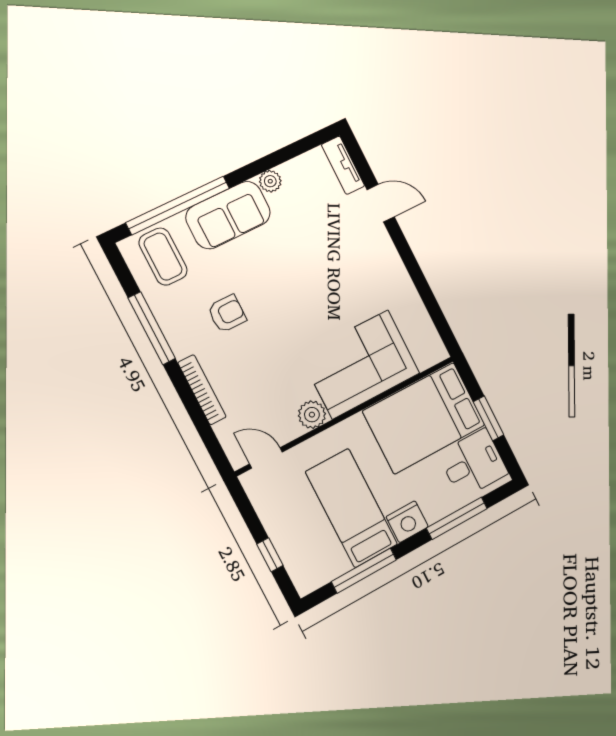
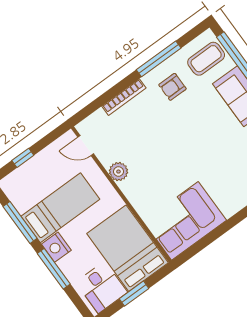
armchair: (227, 314) -> (172, 87), moved, turned 90
corner sofa: (360, 364) -> (185, 221), moved, turned -90
door: (266, 458) -> (86, 146), swing flipped
window: (457, 518) -> (54, 269), moved

